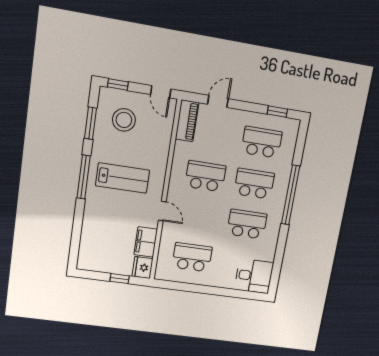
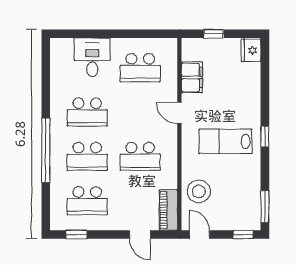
door: (218, 102) -> (140, 235), hinge flipped
stool: (124, 120) -> (199, 191), moved
window: (91, 123) -> (265, 207), moved
window: (84, 177) -> (265, 136), width x0.46
fridge: (143, 267) -> (251, 50), moved, turned 180
desk: (254, 276) -> (92, 57), moved, turned 90

